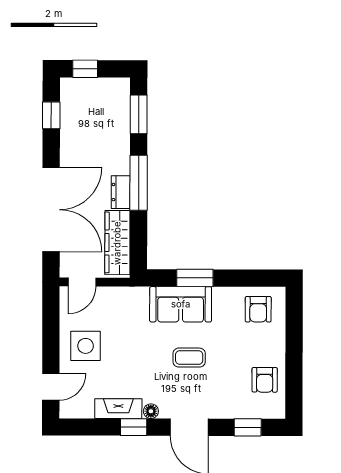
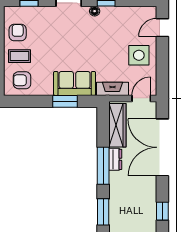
armchair: (258, 309) -> (22, 80), turned -90
coffee table: (189, 358) -> (19, 56), moved
fireplace: (118, 409) -> (112, 89), moved, turned 180

